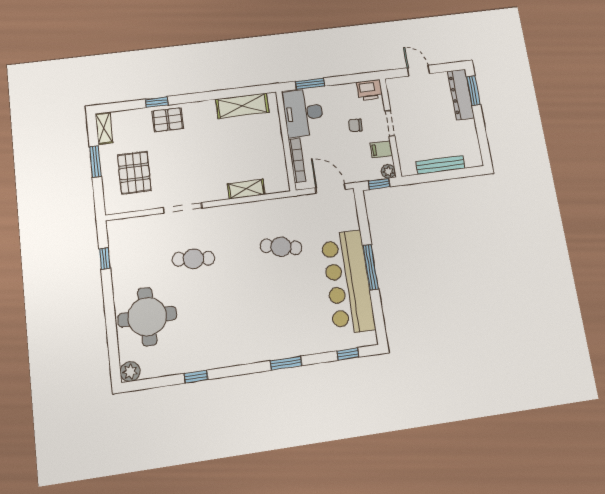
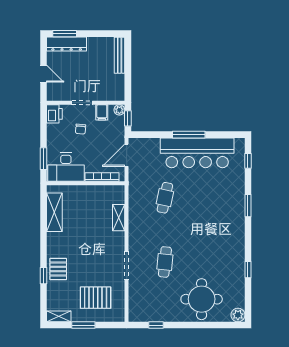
door: (418, 71) -> (43, 74), swing flipped
bench: (441, 165) -> (120, 55), moved

